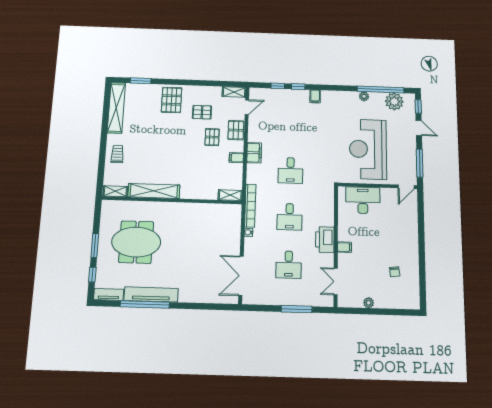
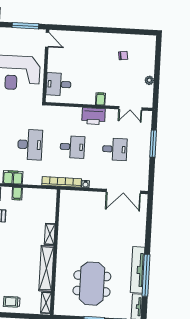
desk: (290, 170) -> (30, 145), width x1.37
shelving: (230, 195) -> (50, 234), moved
desk: (363, 200) -> (59, 84), width x0.73

